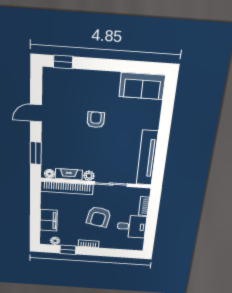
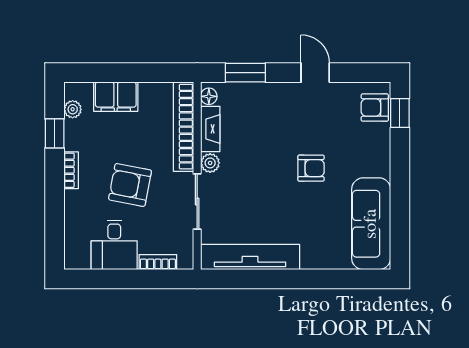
armchair: (59, 78) -> (375, 108), added
sofa: (142, 86) -> (371, 224), width x1.36

